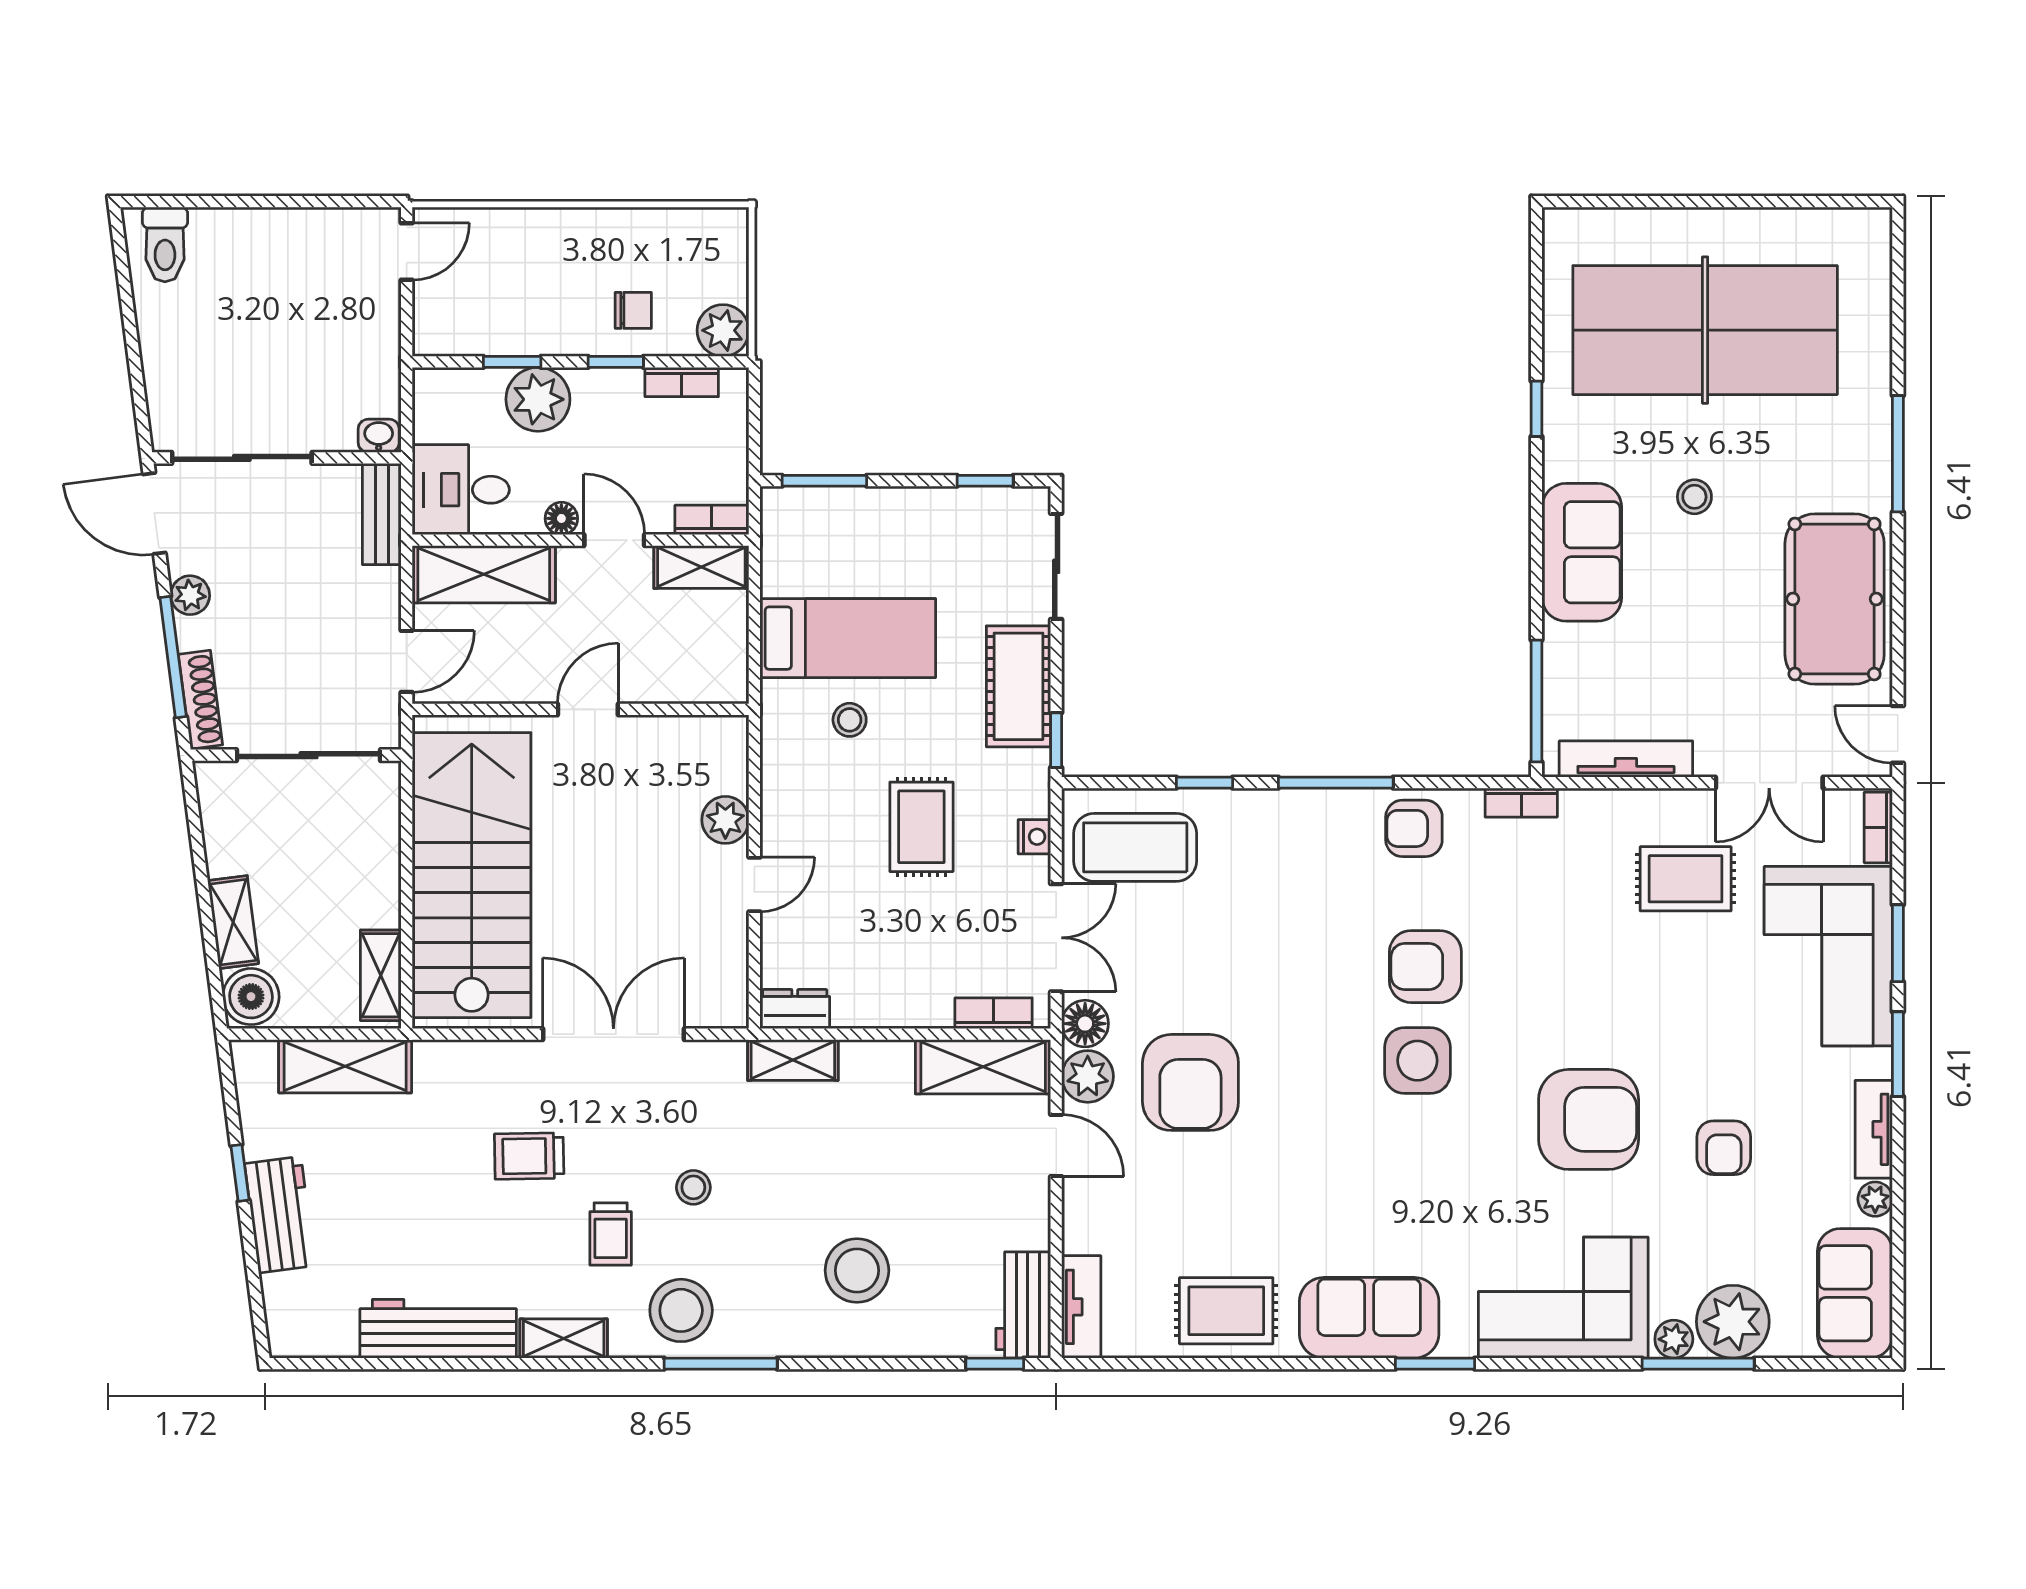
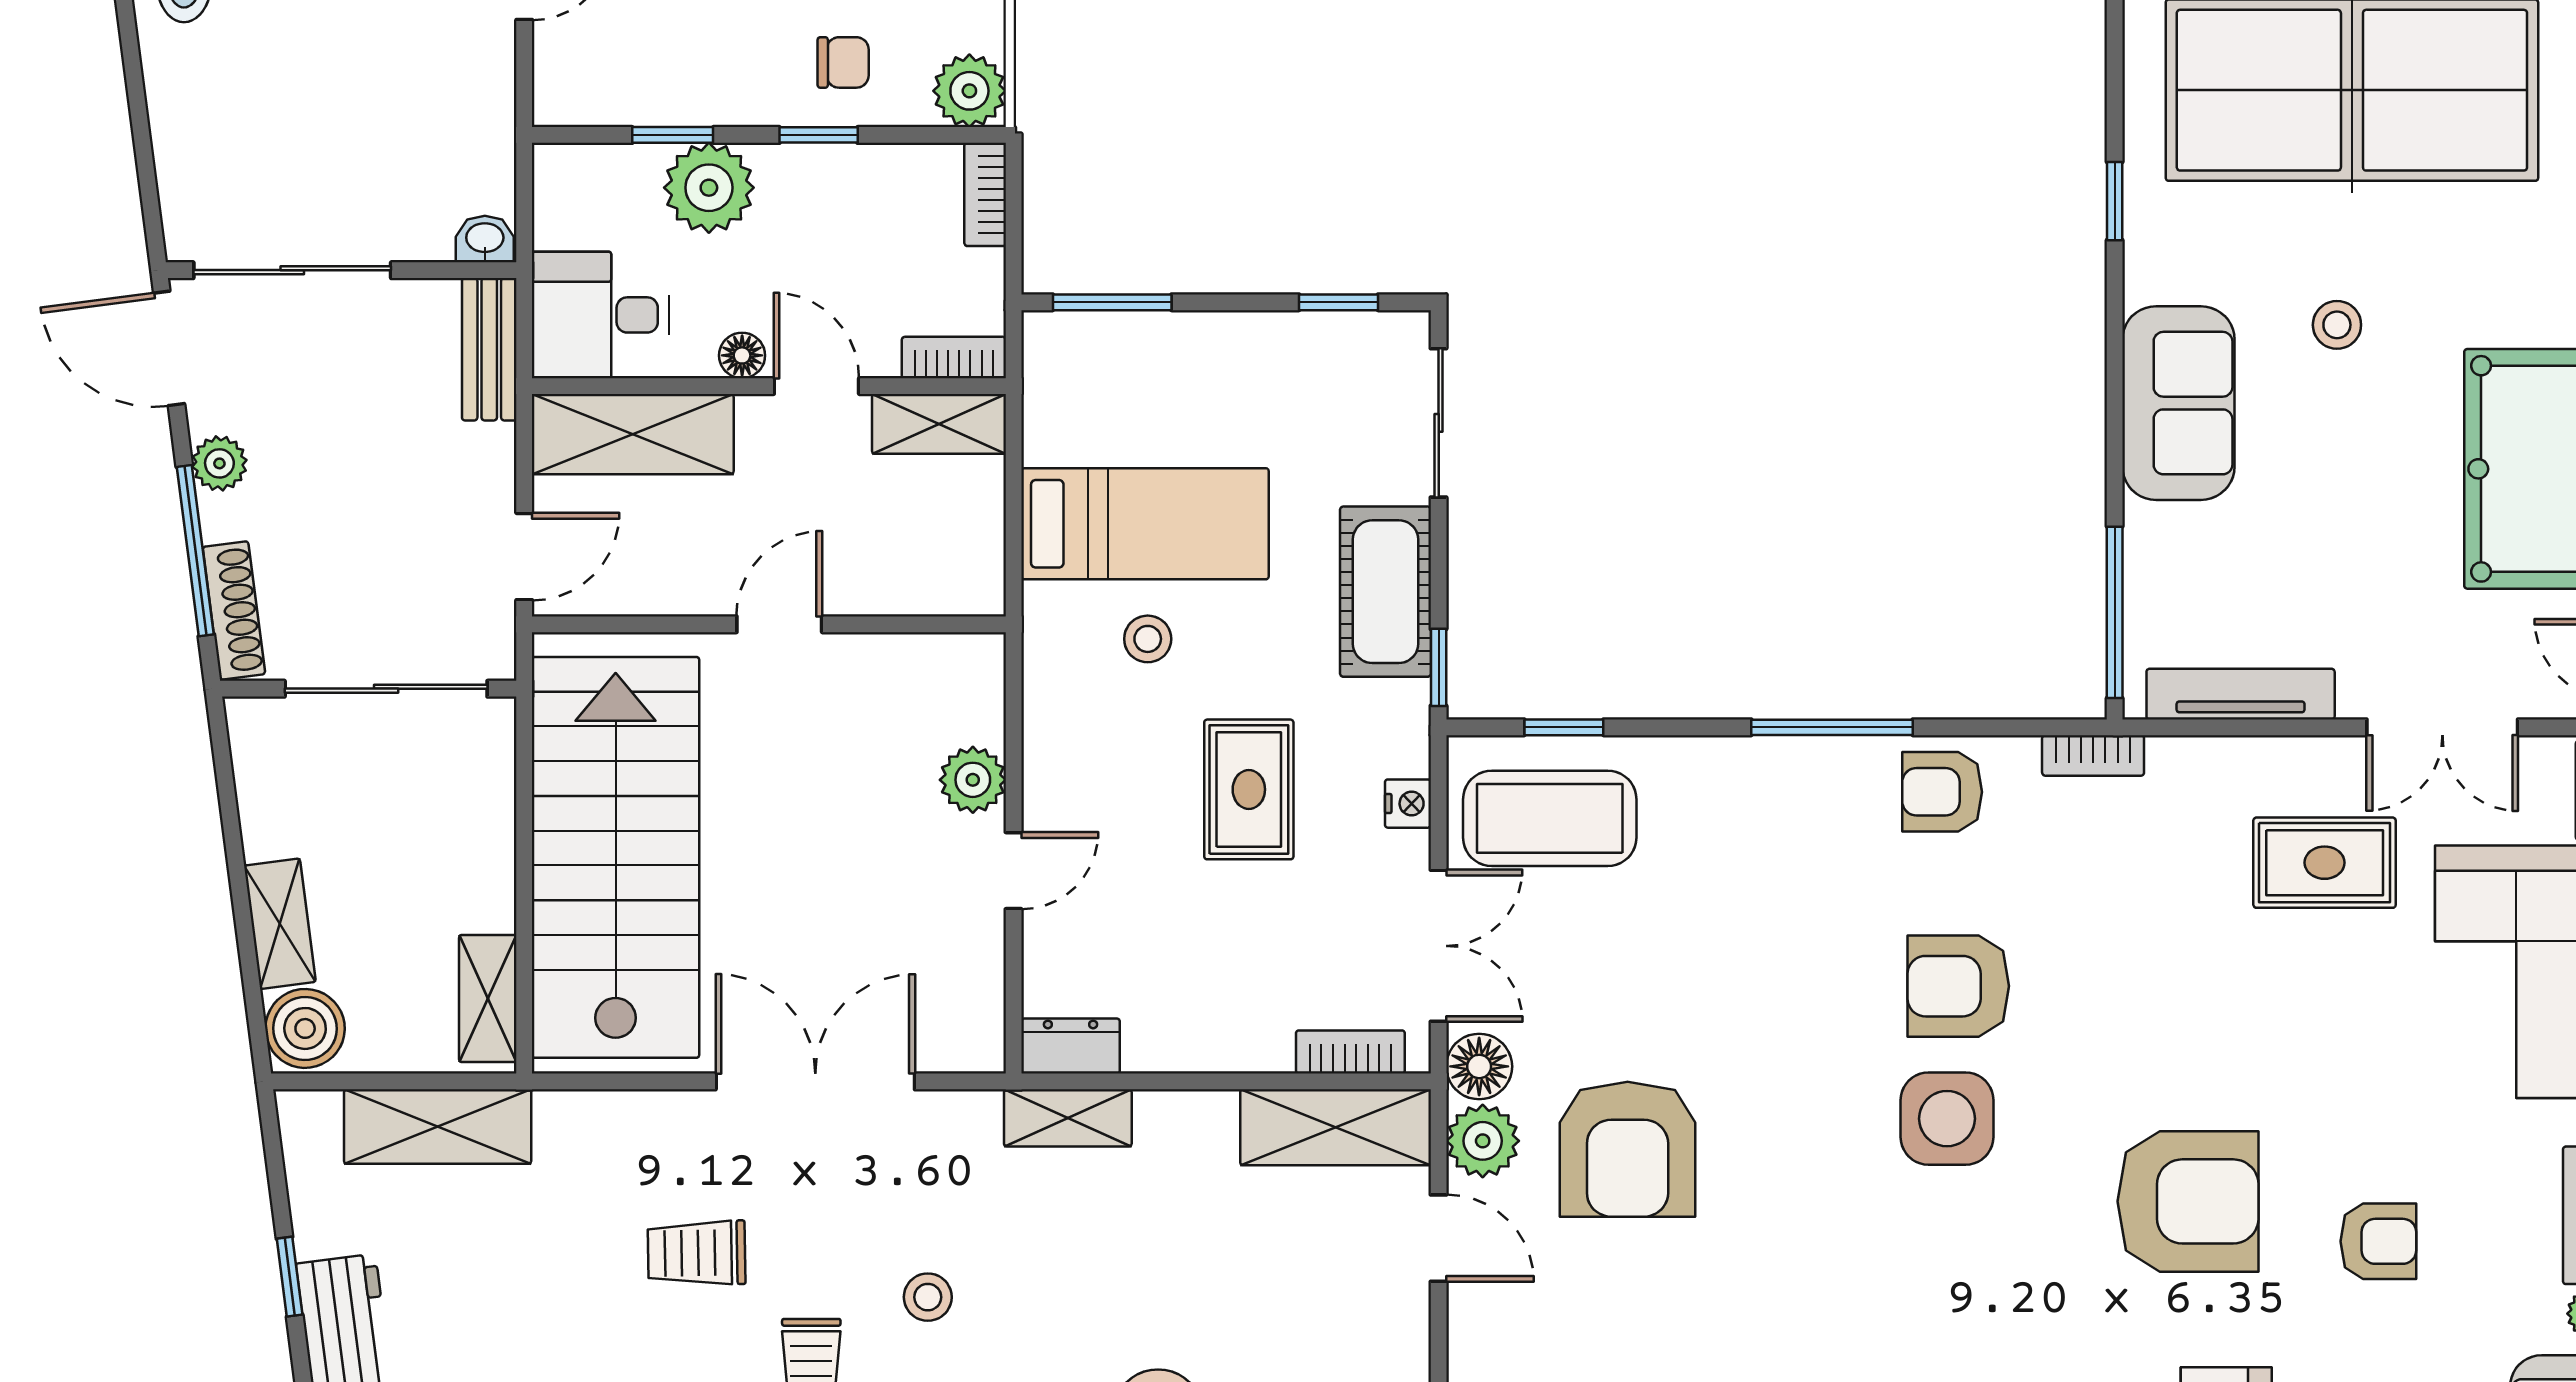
bookcase: (682, 382) -> (985, 194), moved, turned 90
window: (1205, 783) -> (1564, 727), moved
armchair: (1724, 1148) -> (2378, 1241), turned -90

